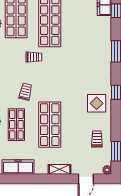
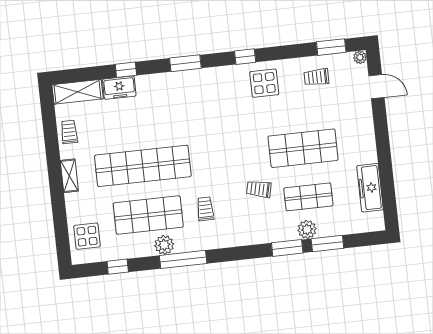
trolley: (34, 57) -> (205, 209), moved
shelving: (60, 169) -> (367, 127), removed

